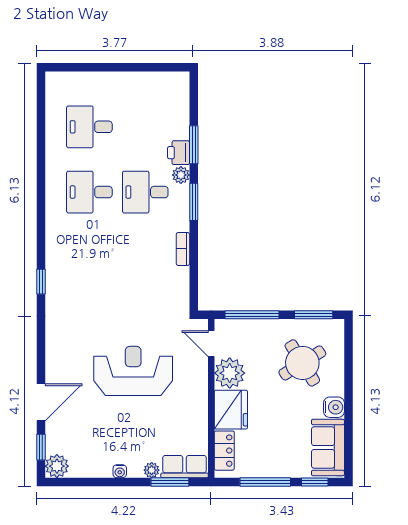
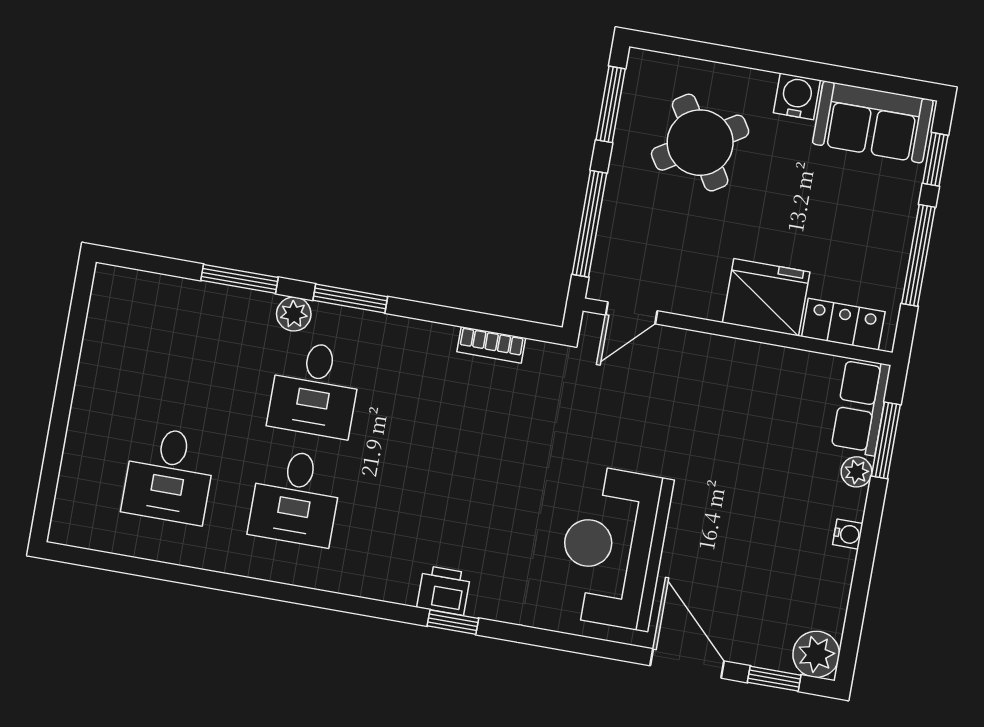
printer: (179, 153) -> (444, 590), moved, turned 180
bookcase: (183, 249) -> (491, 345), moved
reception desk: (133, 371) -> (613, 547), moved
plant: (230, 373) -> (695, 287), removed

